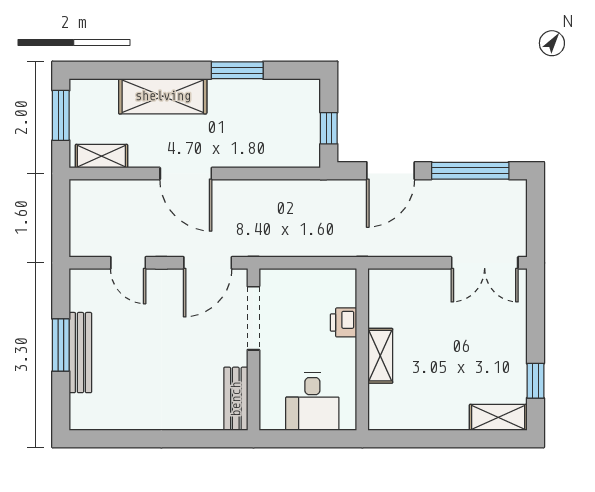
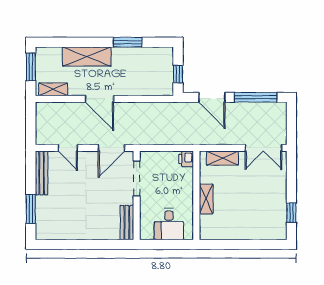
door: (391, 171) -> (212, 97), hinge flipped
printer: (344, 322) -> (186, 159), moved
window: (61, 345) -> (31, 209), moved
bench: (80, 353) -> (42, 173), moved
shelving: (498, 417) -> (222, 158), moved

